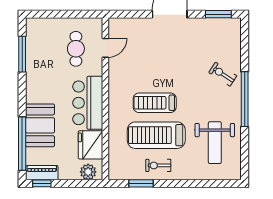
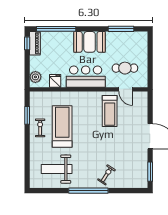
treadmill: (155, 103) -> (110, 111), moved, turned 180
booth: (40, 125) -> (90, 42), moved
fridge: (90, 145) -> (55, 81), width x0.53, depth x0.75

